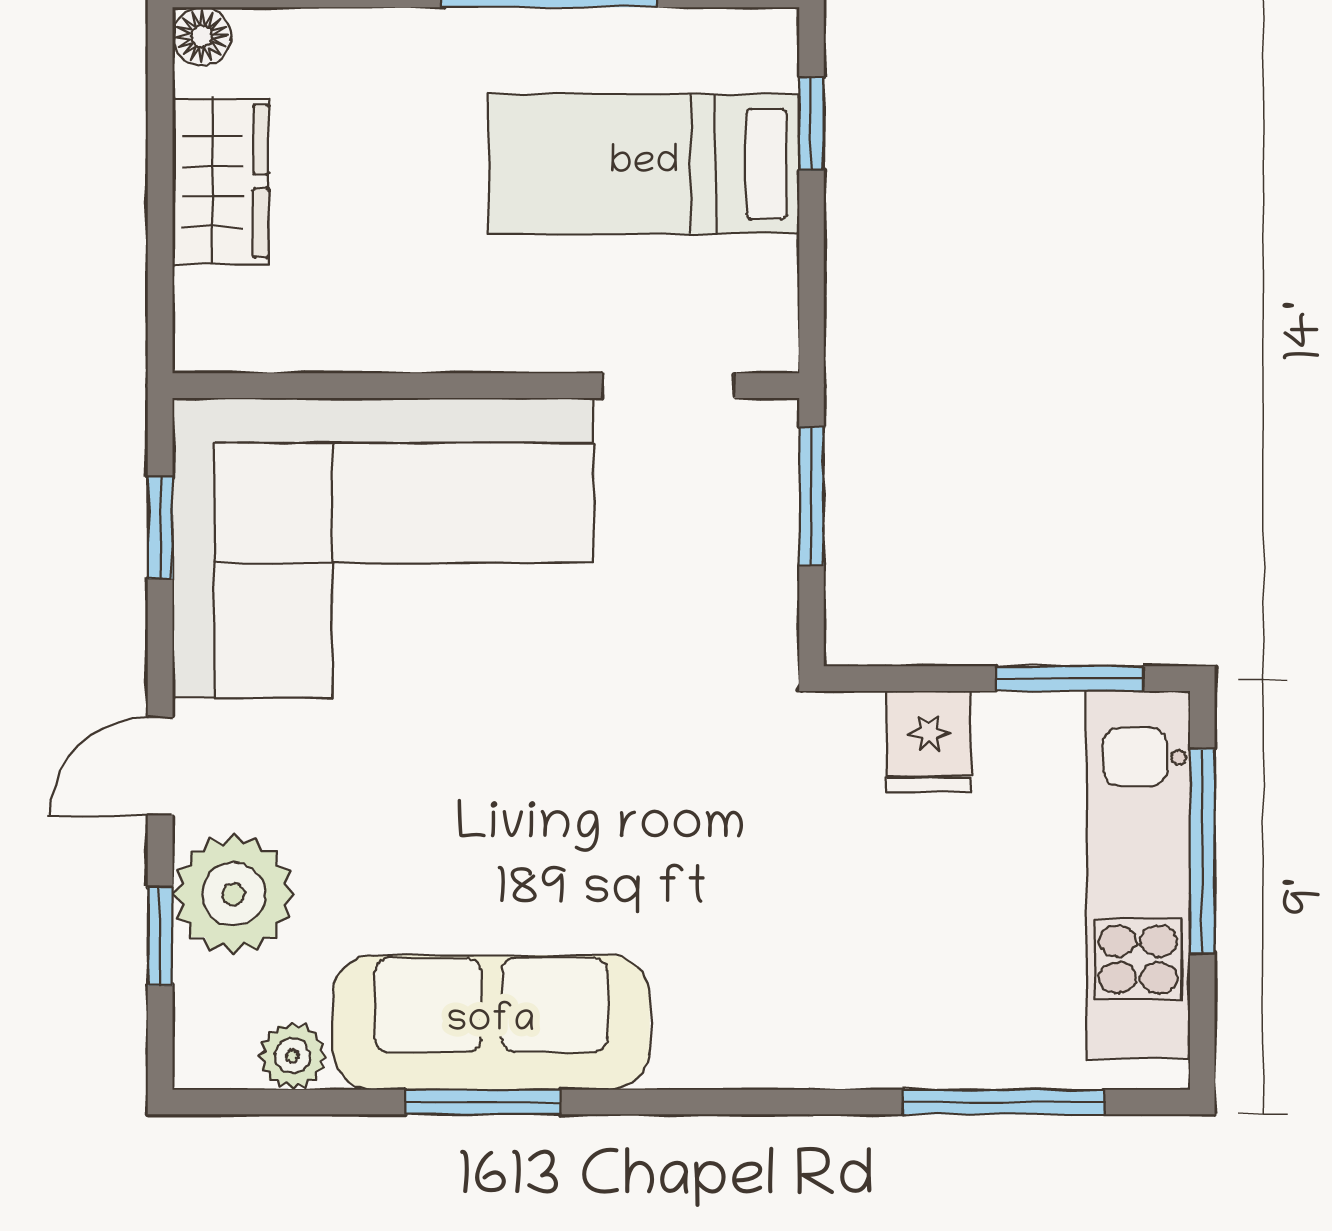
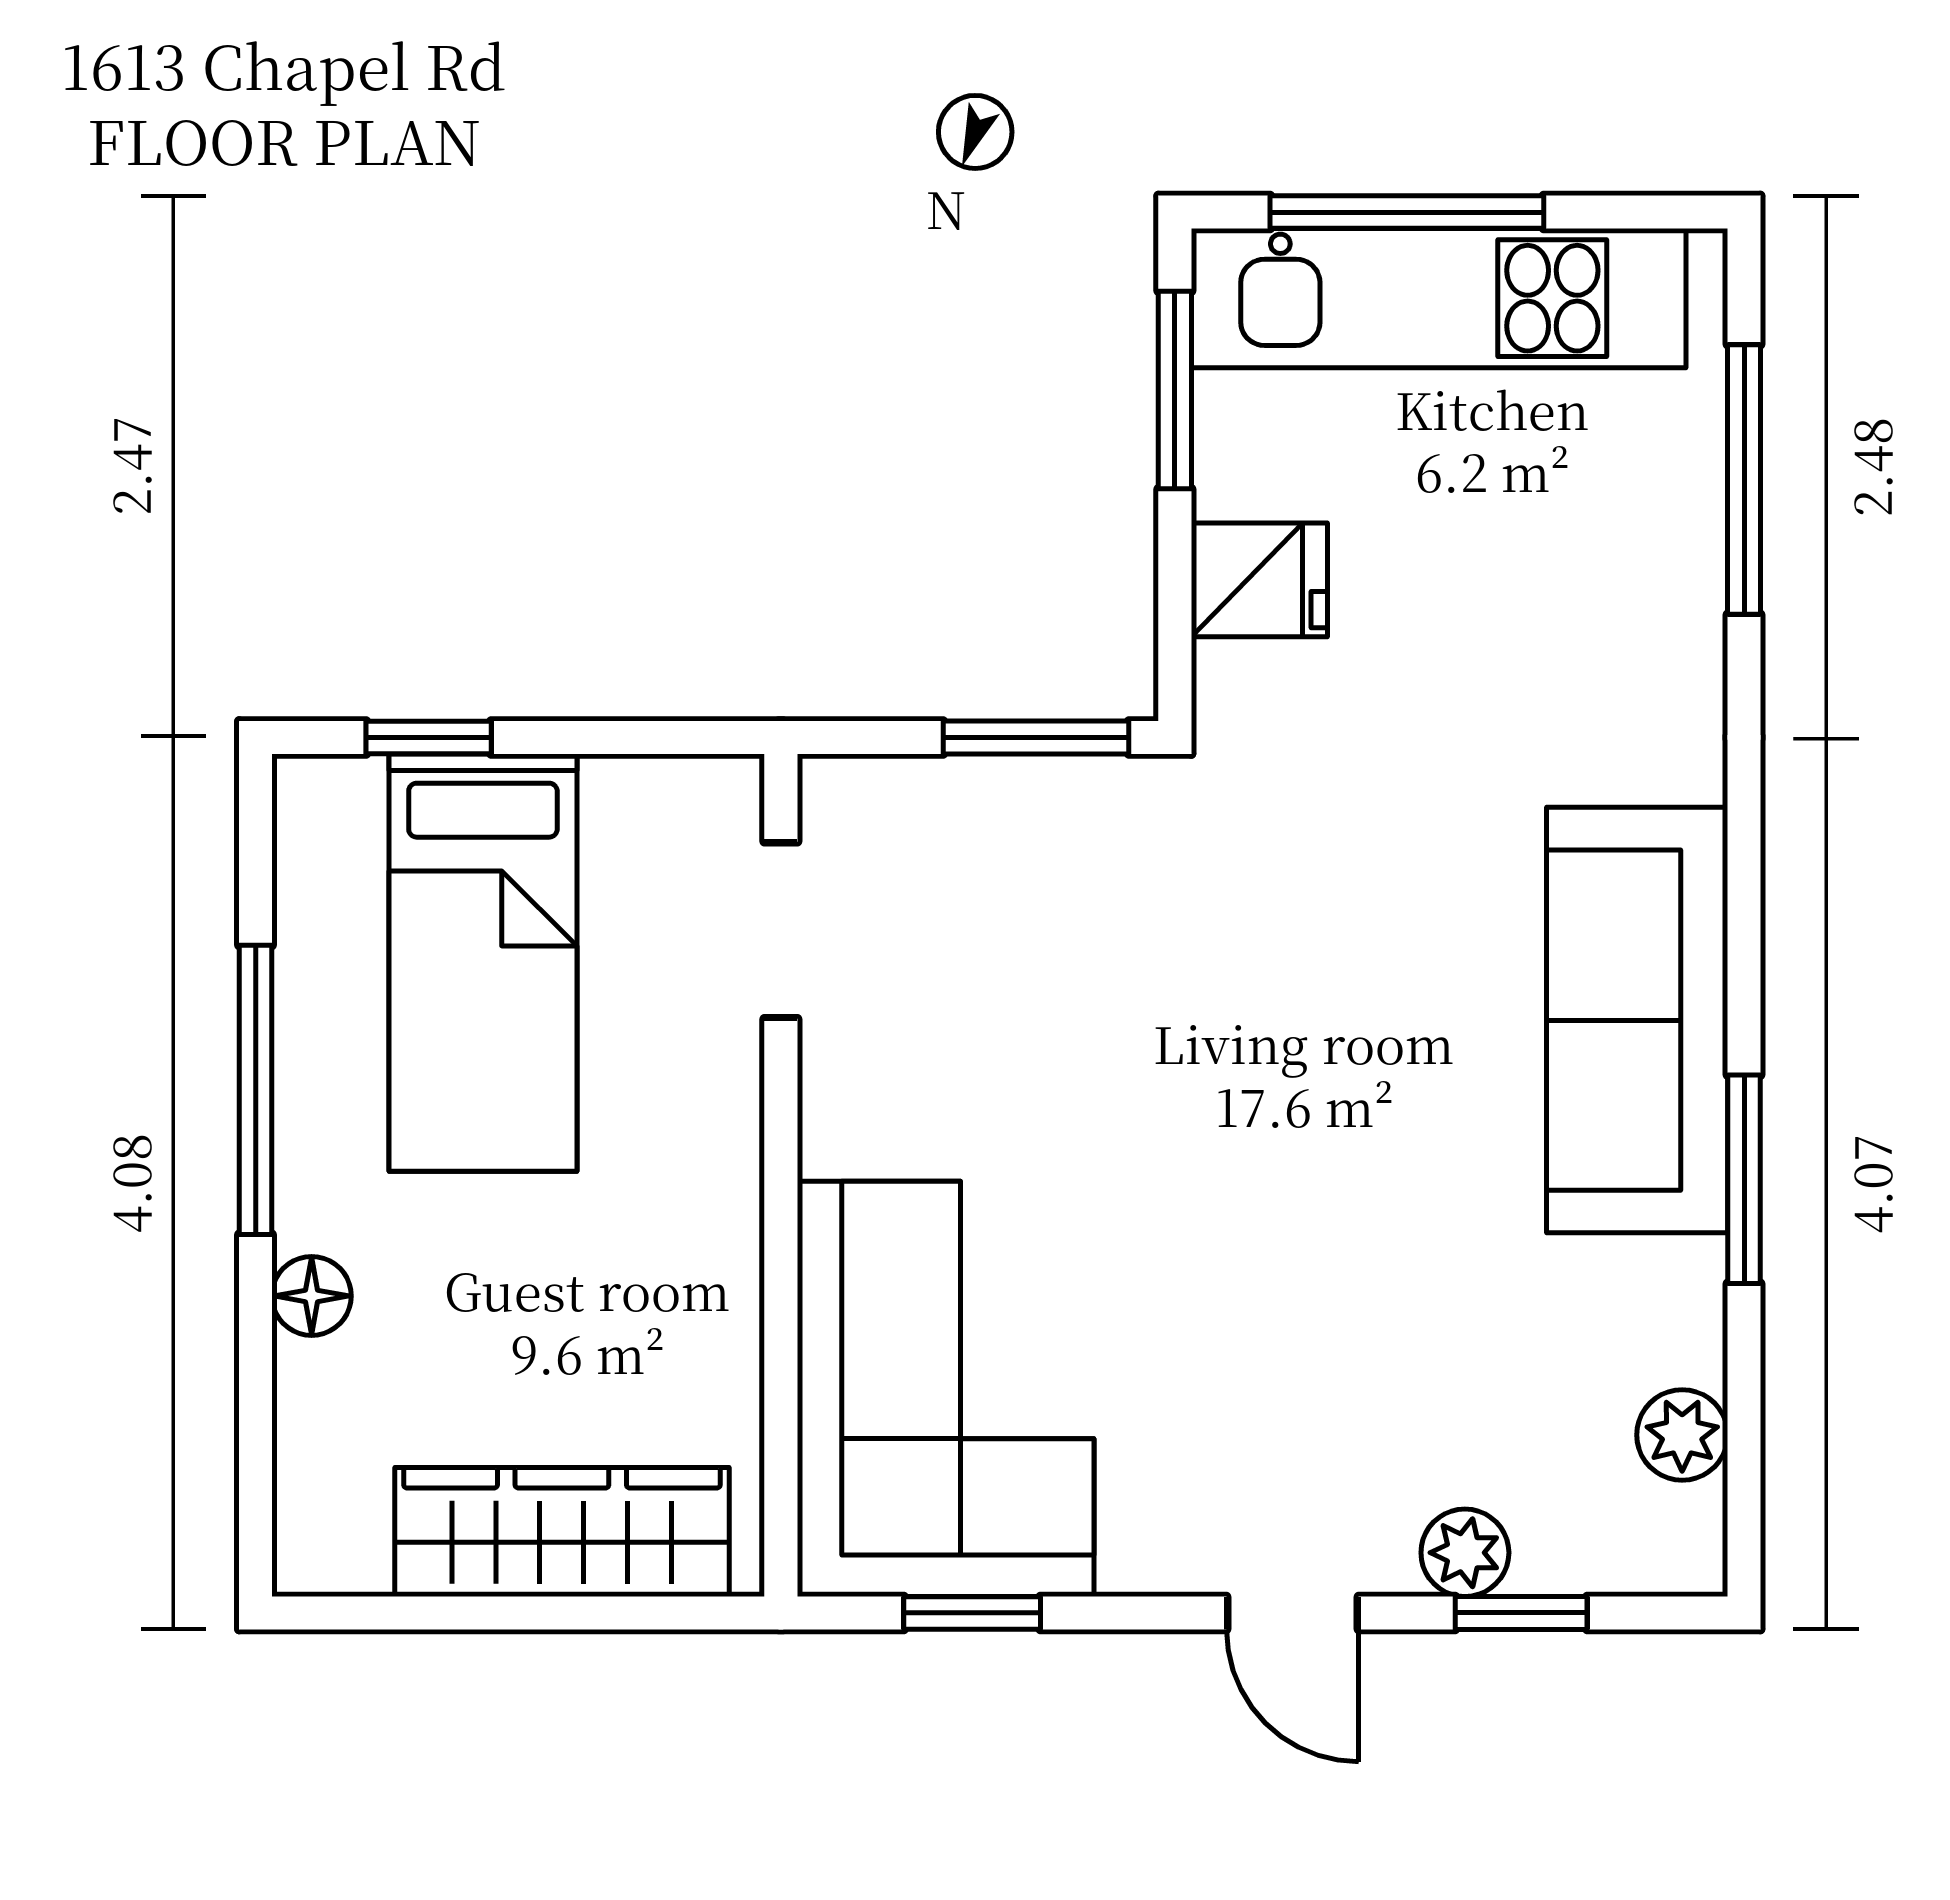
floor lamp: (202, 36) -> (312, 1296), moved
wardrobe: (220, 181) -> (562, 1532), width x1.50
window: (811, 496) -> (1036, 737), moved
corner sofa: (383, 548) -> (946, 1389), width x0.73, depth x0.74
plant: (234, 894) -> (1465, 1553), width x0.53, depth x0.53
sofa: (491, 1022) -> (1637, 1020), moved

